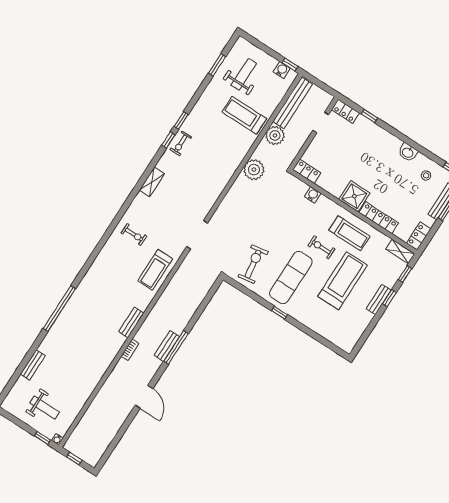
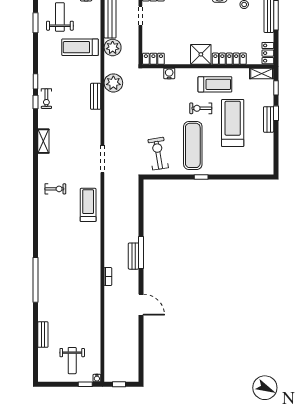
treadmill: (155, 270) -> (88, 205), turned 180
bench: (131, 323) -> (96, 96), moved
weight bench: (45, 408) -> (72, 361), turned 90

